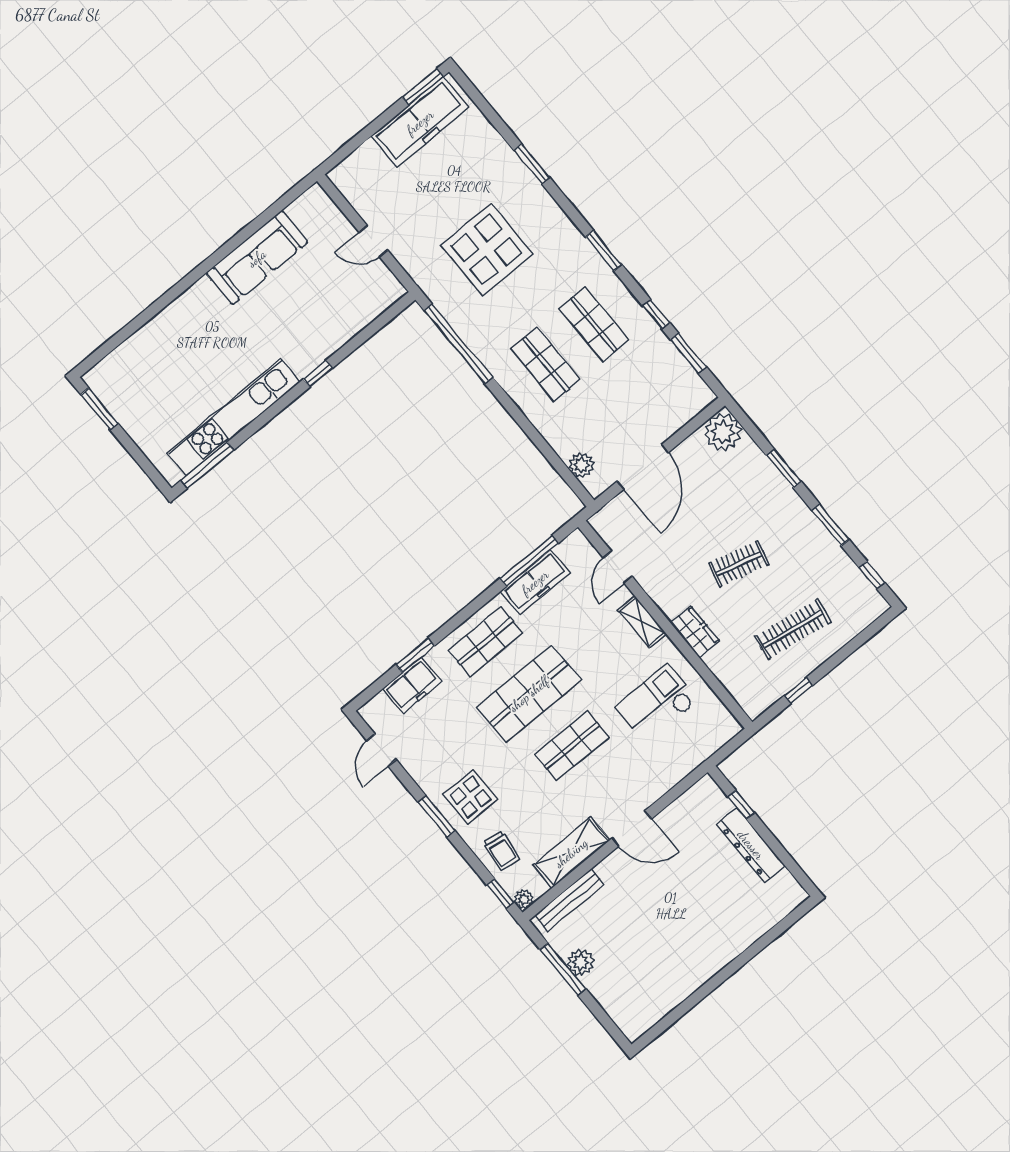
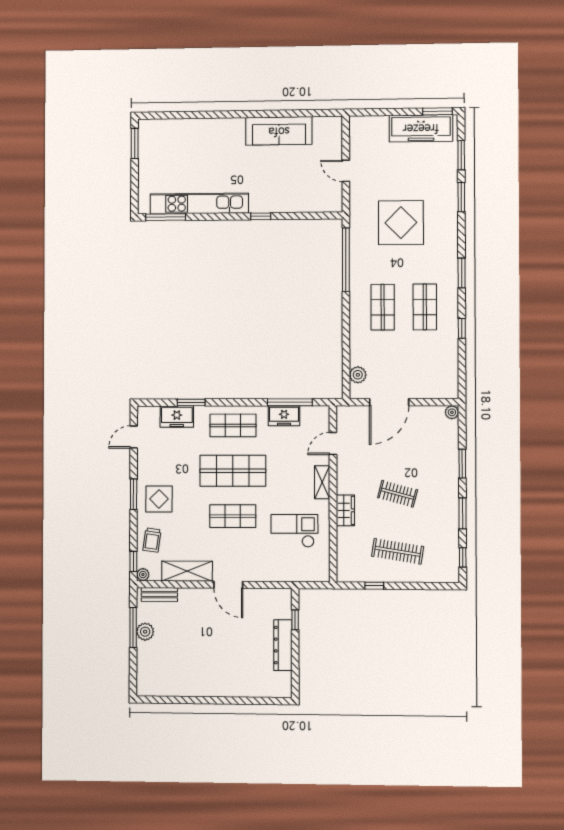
window: (688, 353) -> (461, 155), moved
plant: (723, 432) -> (452, 412), width x0.53, depth x0.53
freezer: (535, 582) -> (284, 416), width x0.71
bench: (569, 900) -> (159, 595), width x0.73

